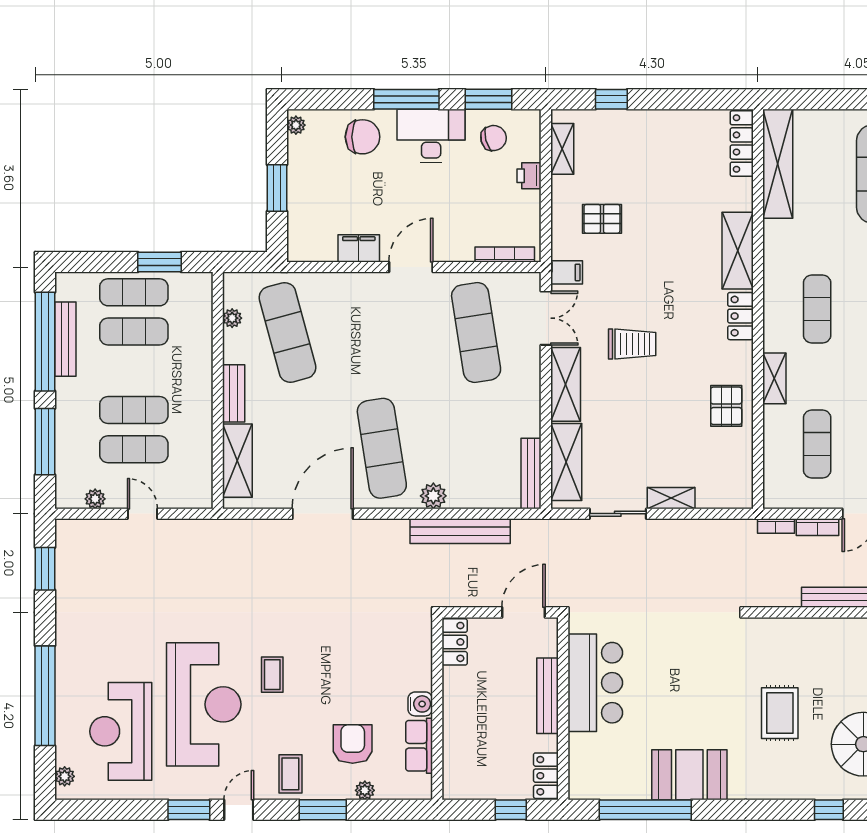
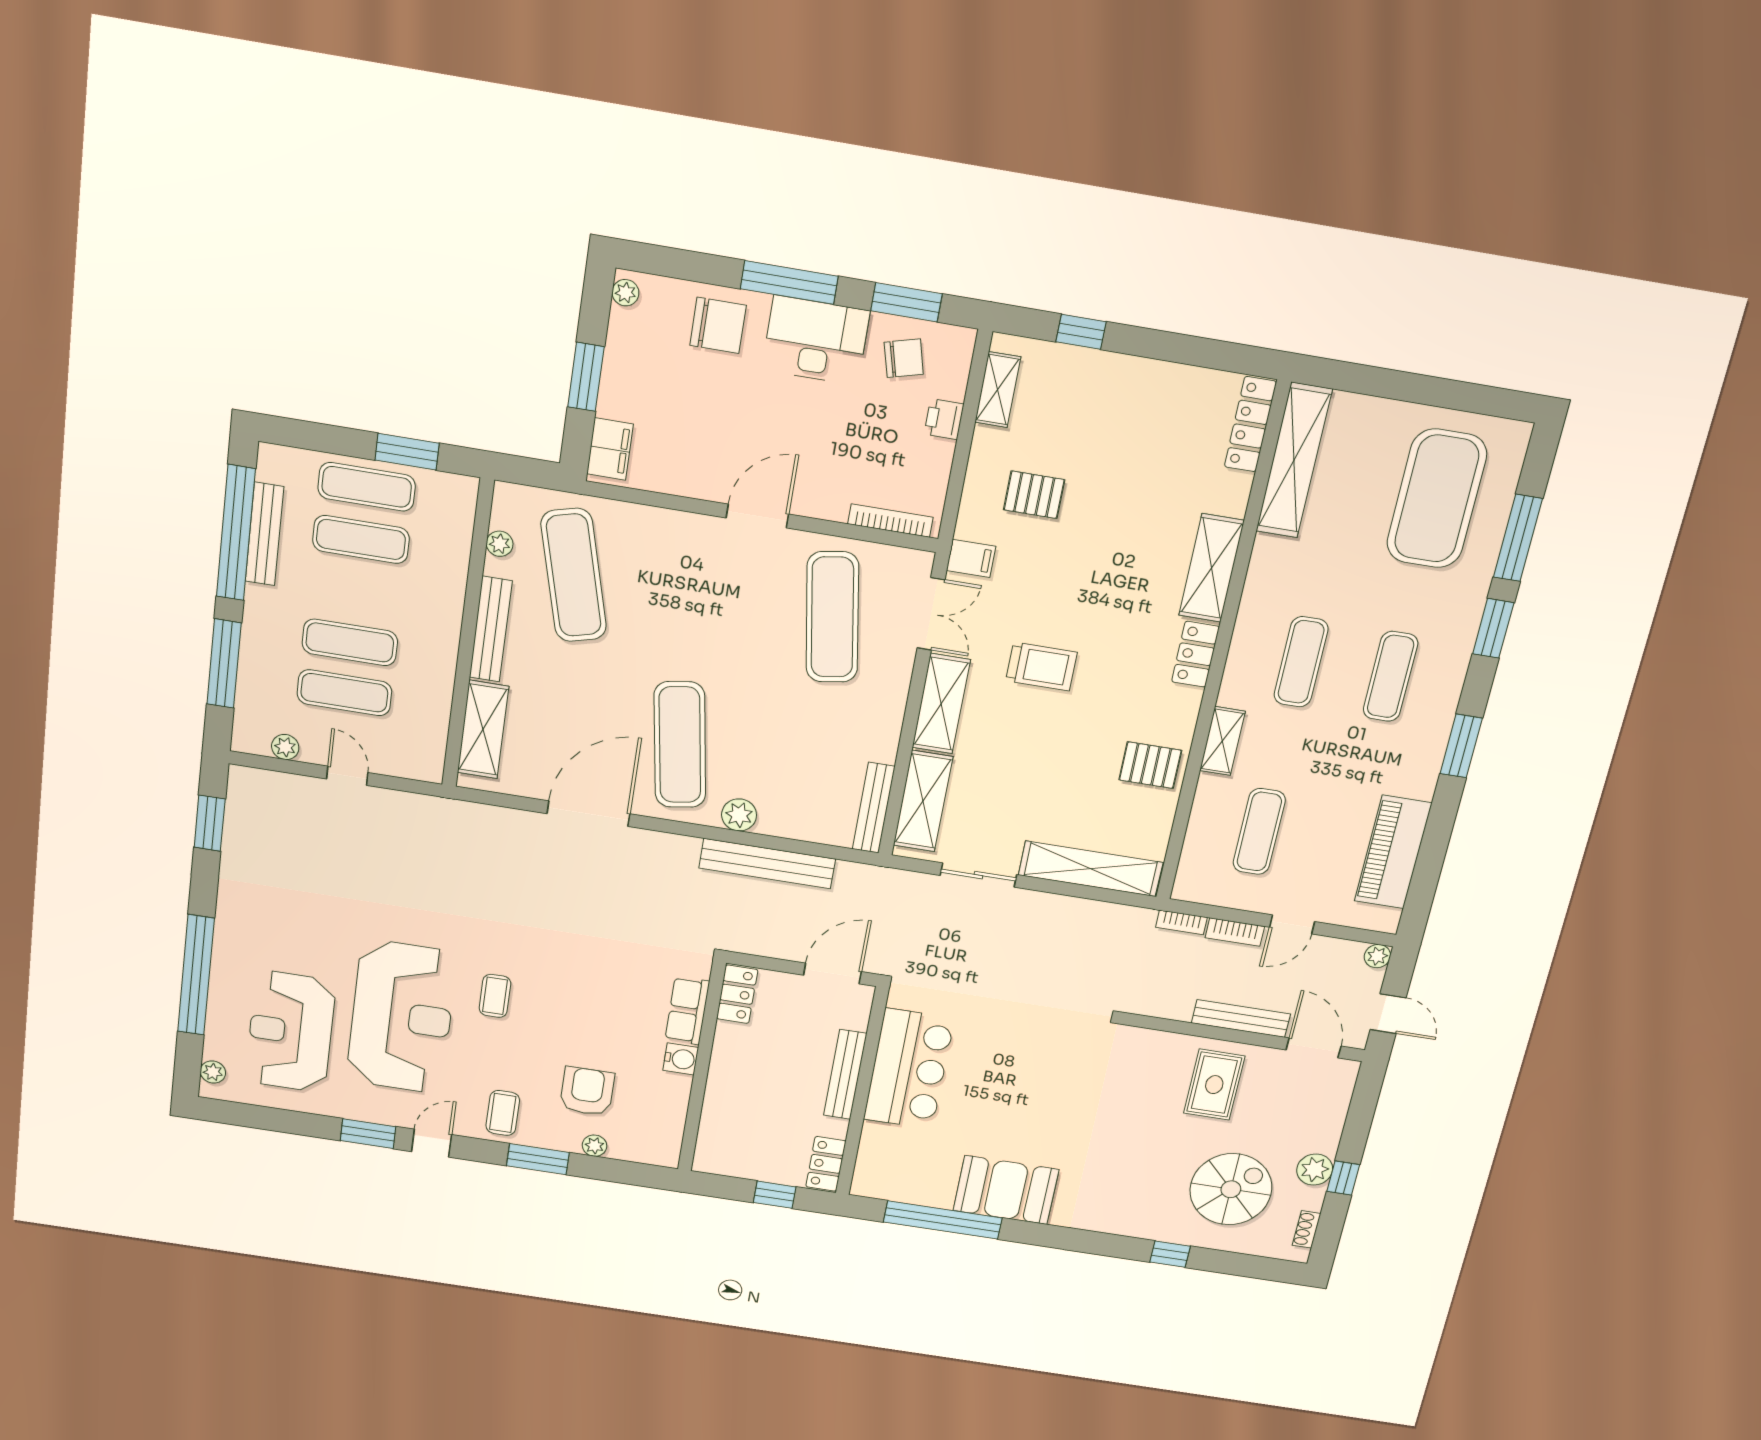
filing cabinet: (359, 248) -> (610, 449), moved, turned 90
bench: (234, 393) -> (491, 629), width x1.36
pallet: (726, 406) -> (1150, 765), turned 90
shelving: (671, 498) -> (1091, 869), width x2.20, depth x1.33
rug: (780, 713) -> (1214, 1085), moved
row of seats: (419, 746) -> (687, 1011), moved

